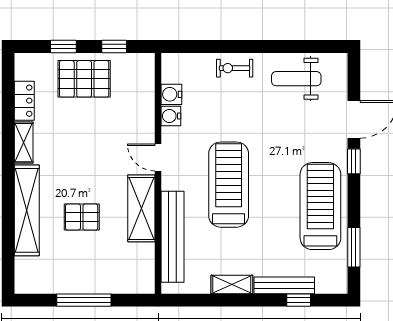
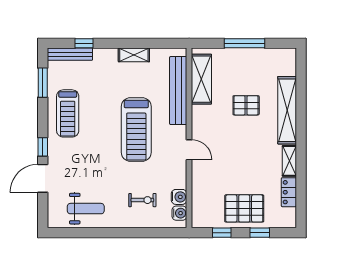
exercise bike: (235, 68) -> (142, 200), moved
water cooler: (171, 116) -> (179, 213), moved
treadmill: (320, 206) -> (68, 113), width x0.73, depth x0.73
shelving: (141, 208) -> (201, 79), moved
bench: (284, 285) -> (70, 54), moved

